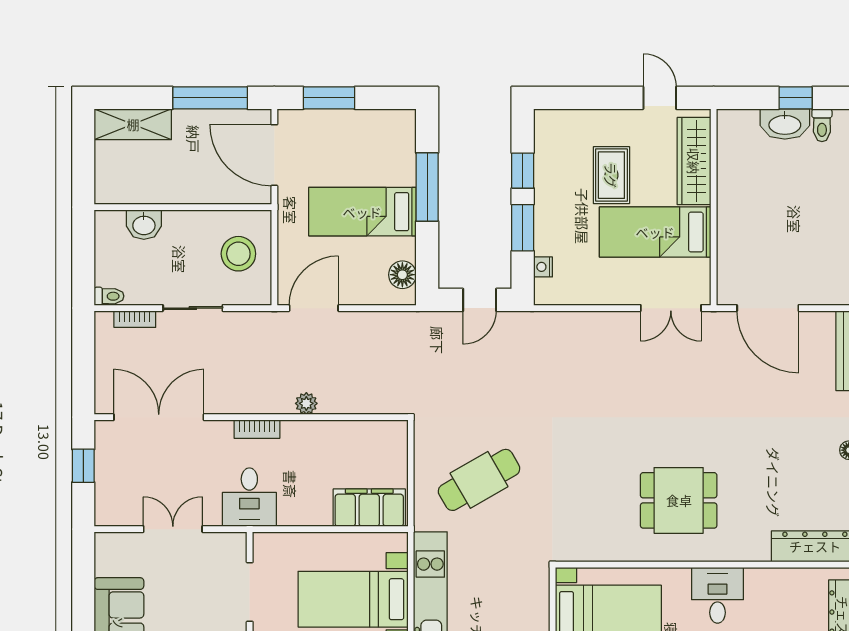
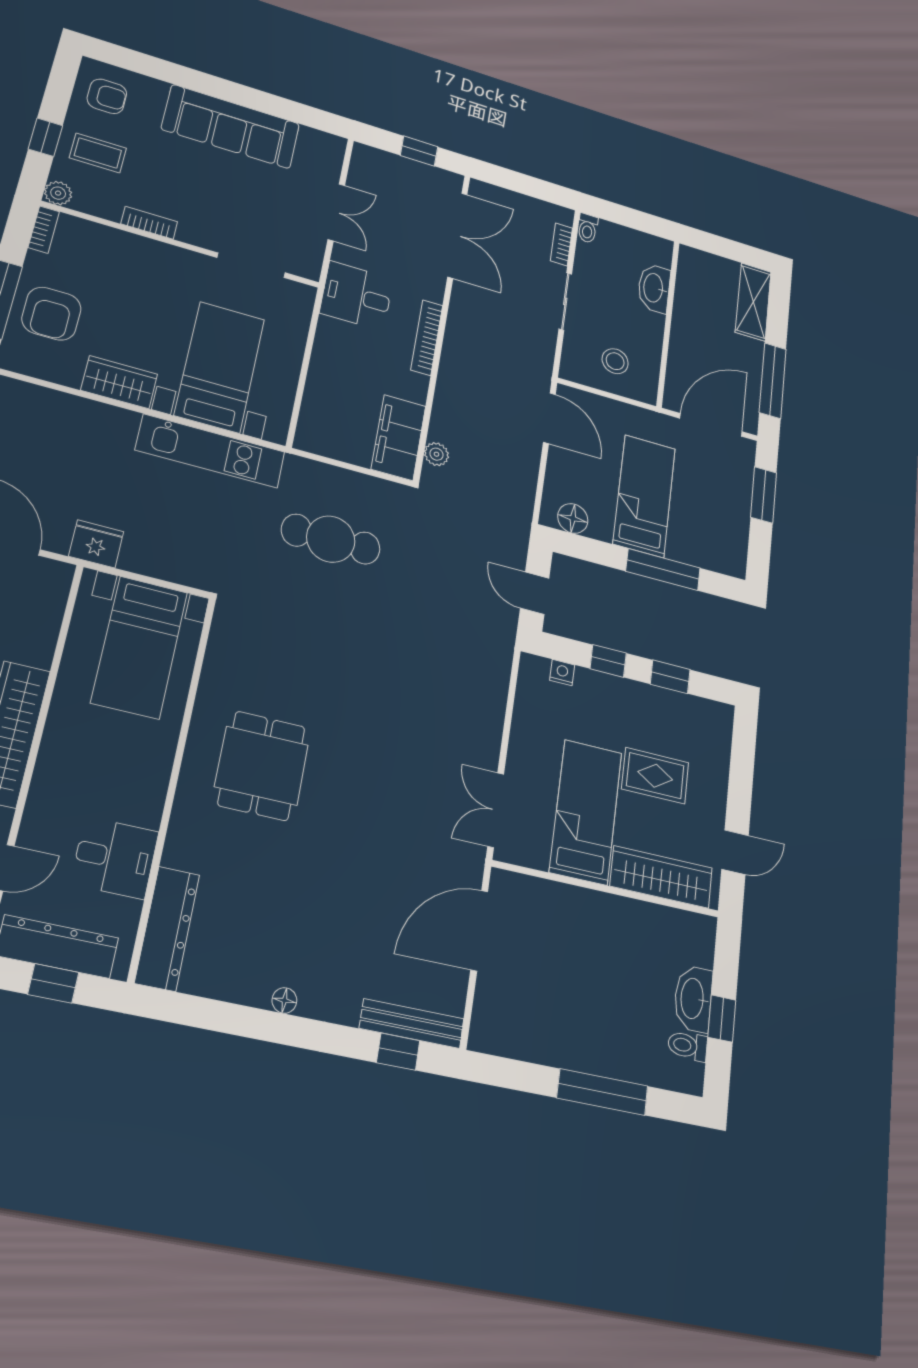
washbasin: (144, 225) -> (654, 288), width x1.38
window: (523, 228) -> (608, 661), width x0.67
stool: (238, 254) -> (615, 361), width x0.73, depth x0.73
plant: (306, 403) -> (436, 454), moved
bookcase: (257, 429) -> (427, 338), width x1.56
cafe table: (479, 480) -> (331, 539), turned -60
filing cabinet: (369, 508) -> (398, 437), moved, turned 180
desk: (718, 595) -> (115, 858), moved

